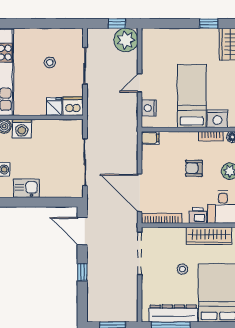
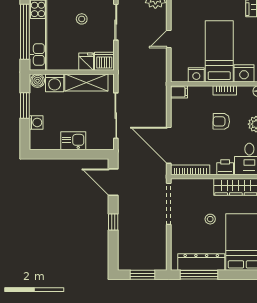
nightstand: (149, 108) -> (196, 75), moved, turned -90
shelving: (55, 128) -> (86, 83), added
bookcase: (211, 136) -> (225, 90), moved
kitchen sink: (26, 188) -> (73, 141), moved

